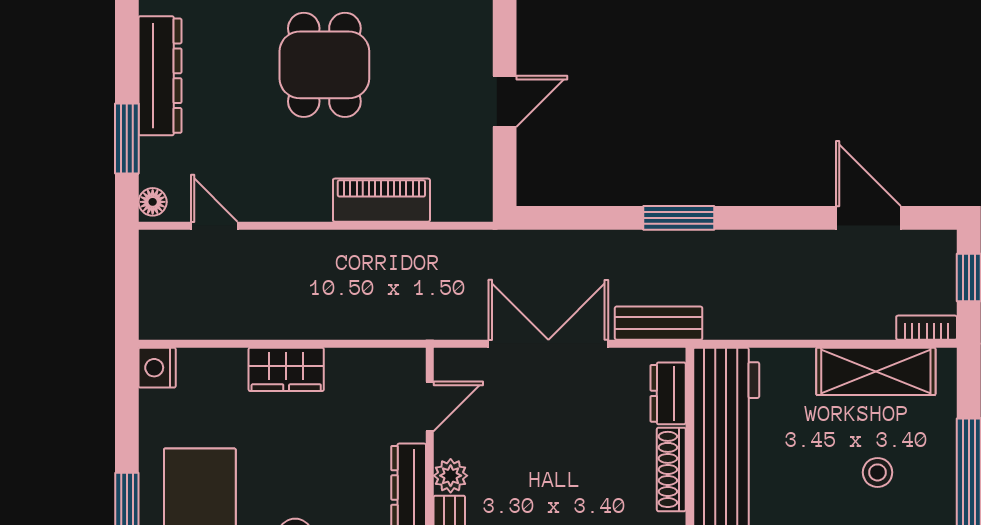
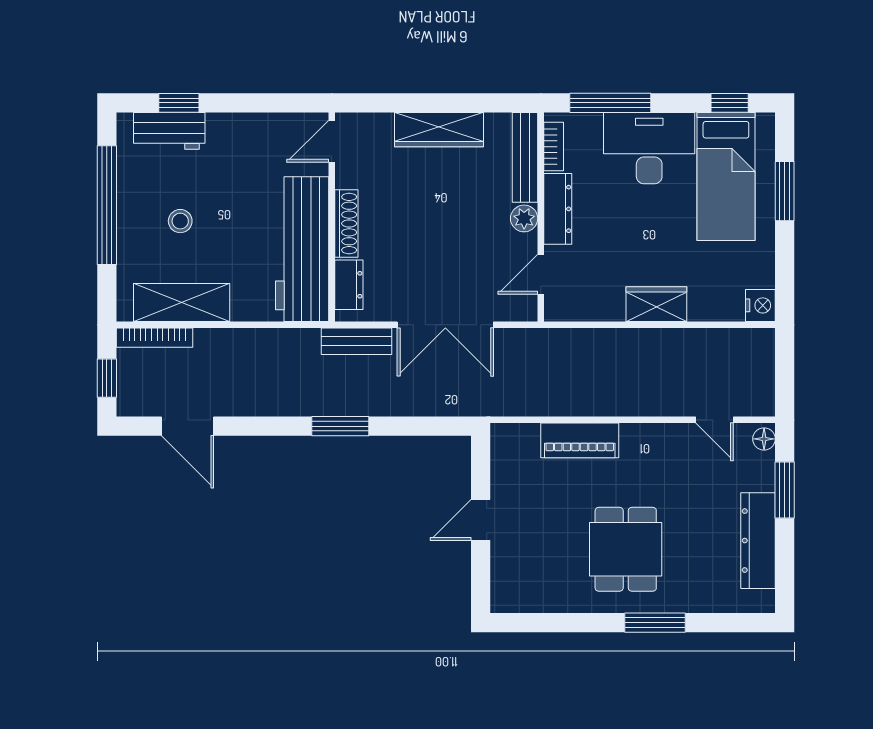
bookcase: (927, 328) -> (154, 338), width x1.56

